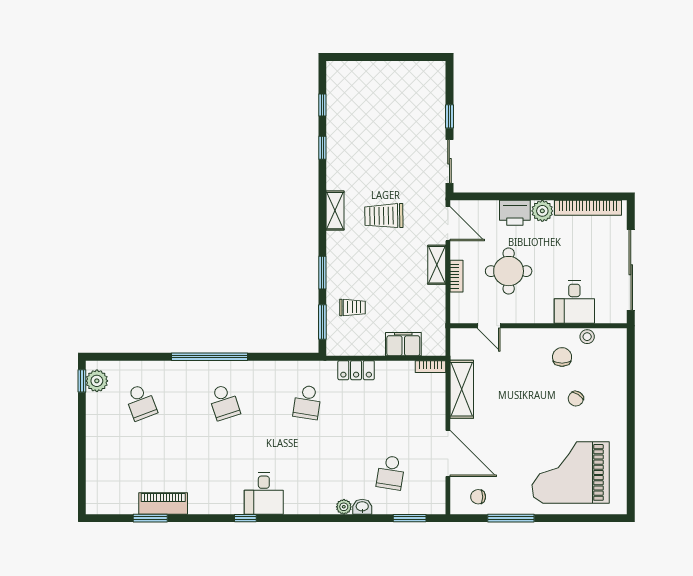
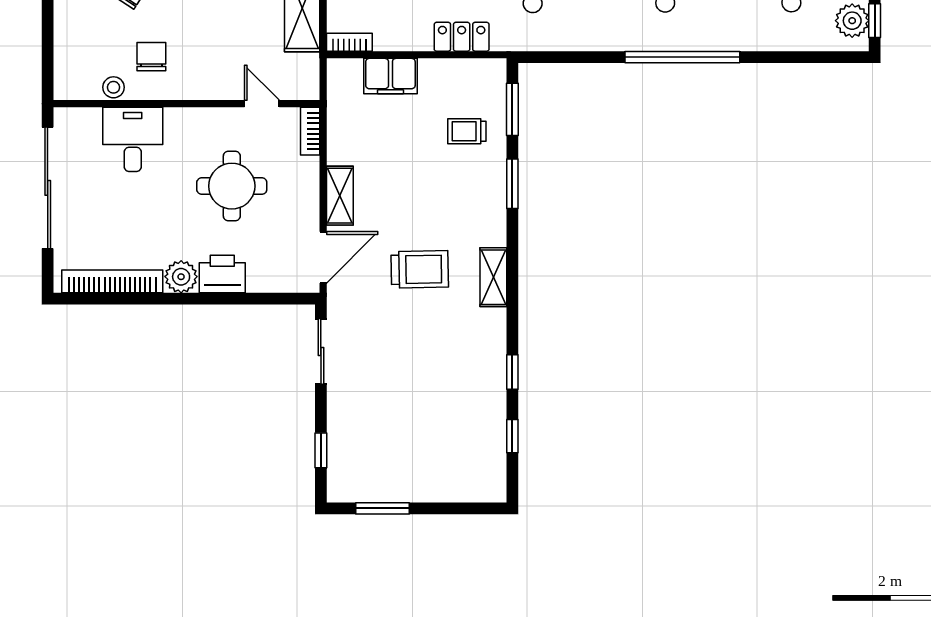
window: (409, 57) -> (382, 508), added
window: (449, 116) -> (321, 450), moved
door: (448, 224) -> (323, 257), swing flipped
bookcase: (457, 276) -> (310, 131), moved
chair: (562, 357) -> (151, 57), turned 180

